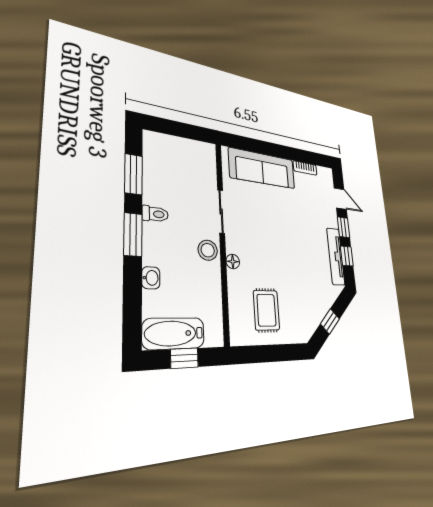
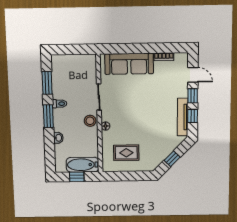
rug: (266, 310) -> (126, 153), turned 90
bathtub: (174, 333) -> (82, 165), moved

